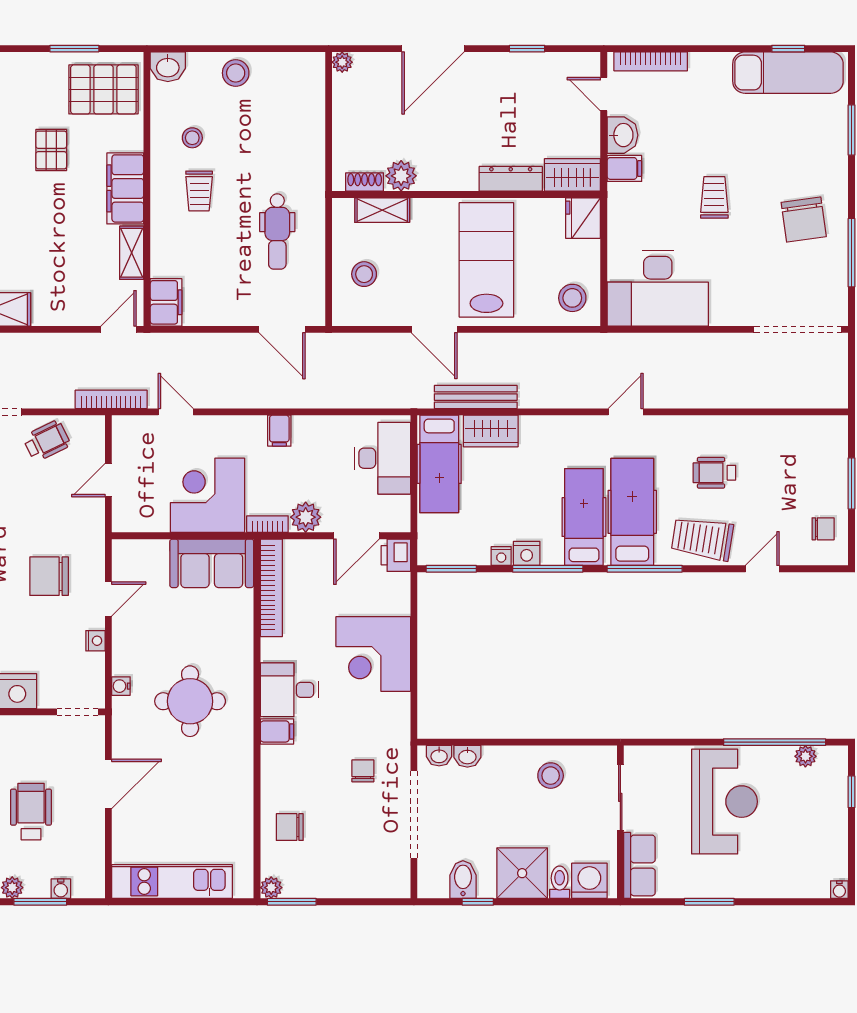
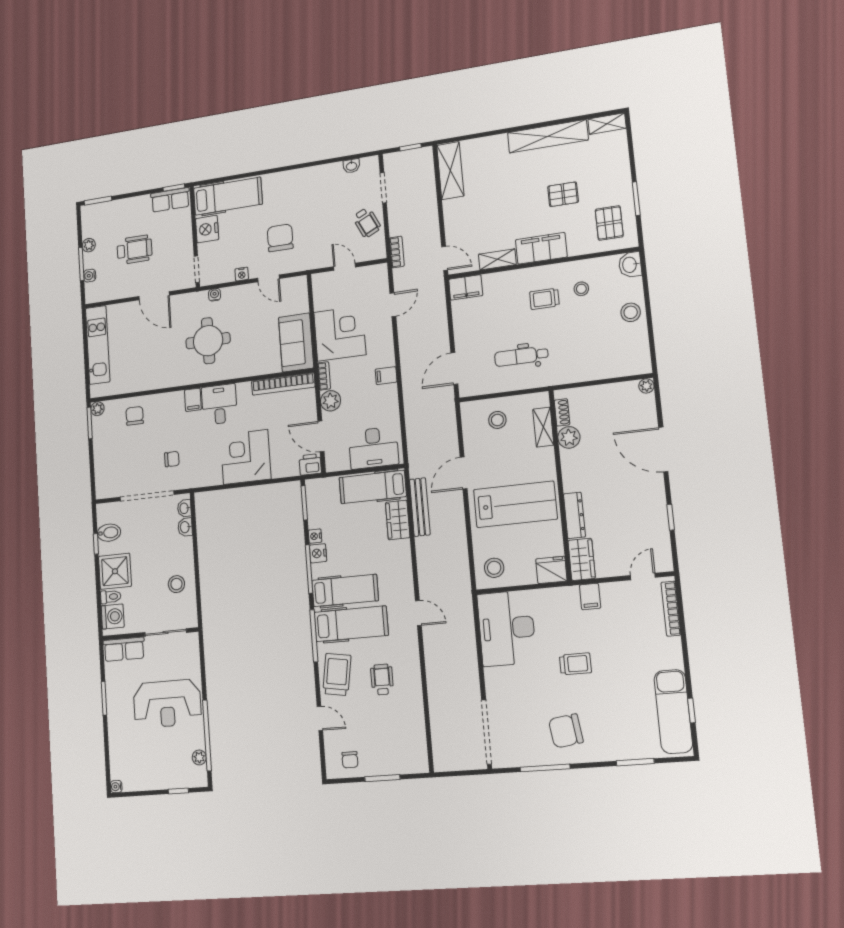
pallet: (103, 89) -> (609, 223), width x0.67, depth x0.71
washbasin: (623, 135) -> (614, 593), removed
bookcase: (111, 399) -> (397, 252), width x0.64

